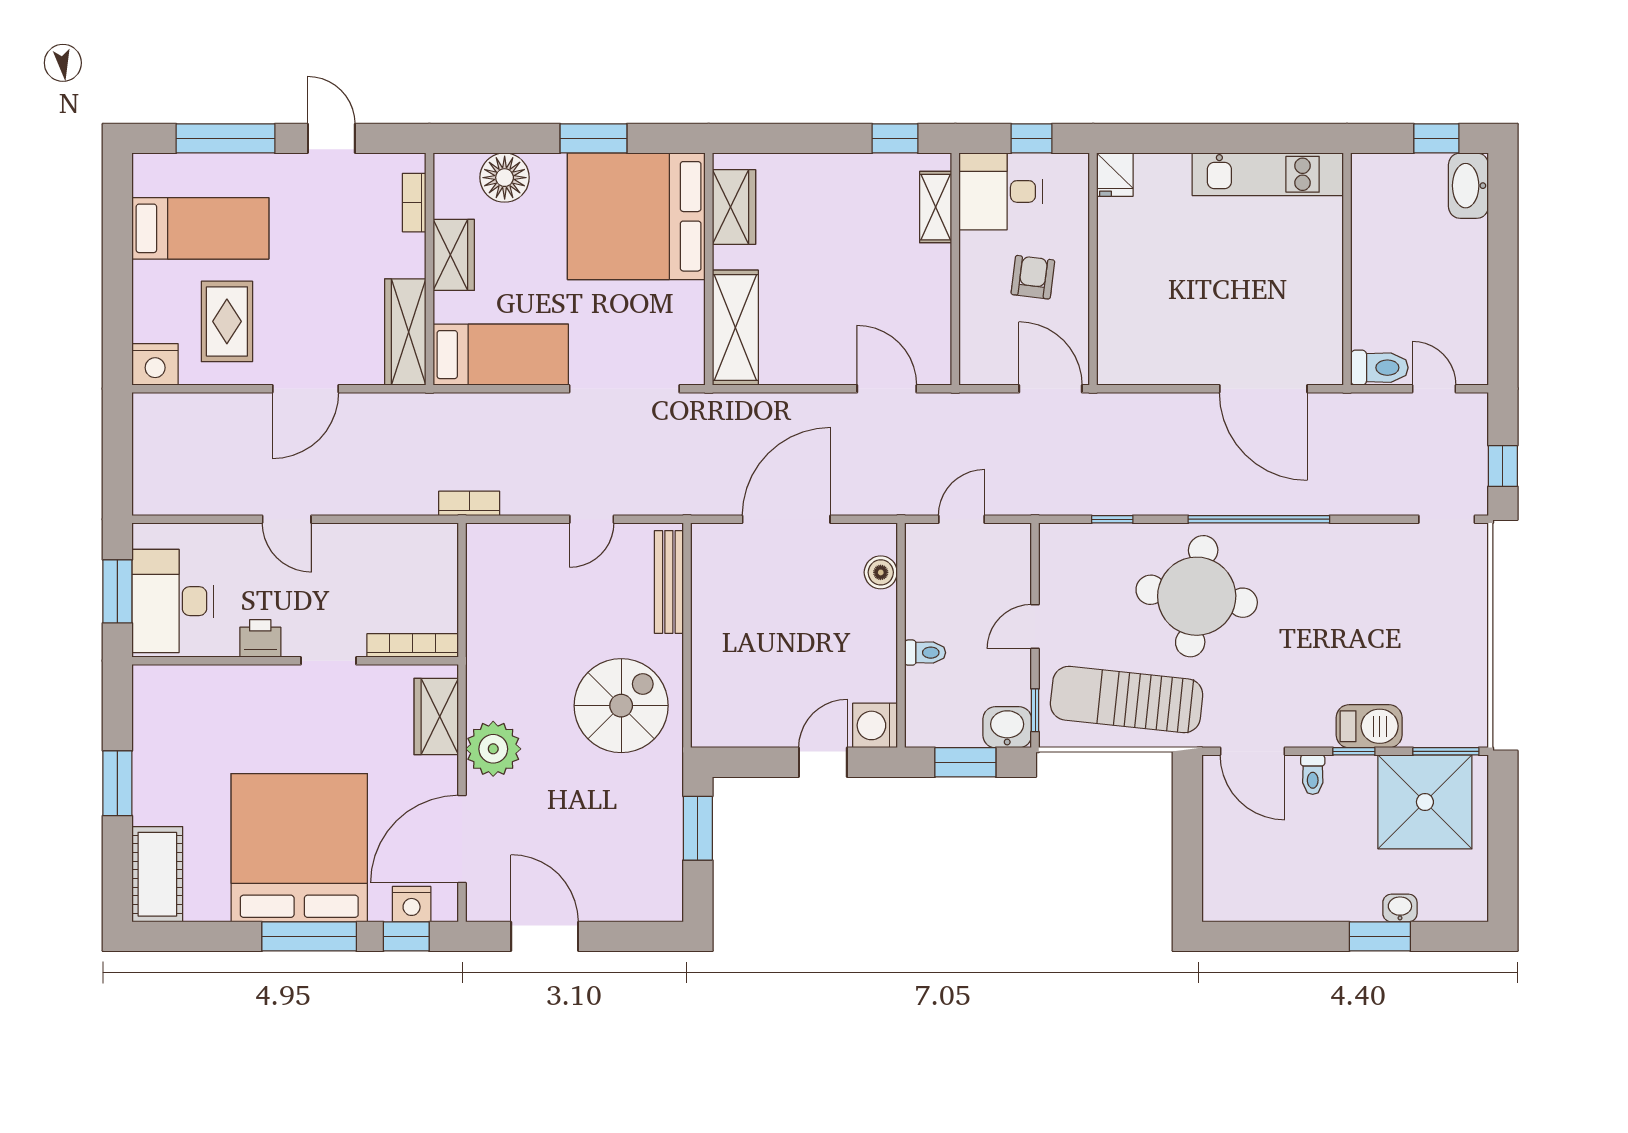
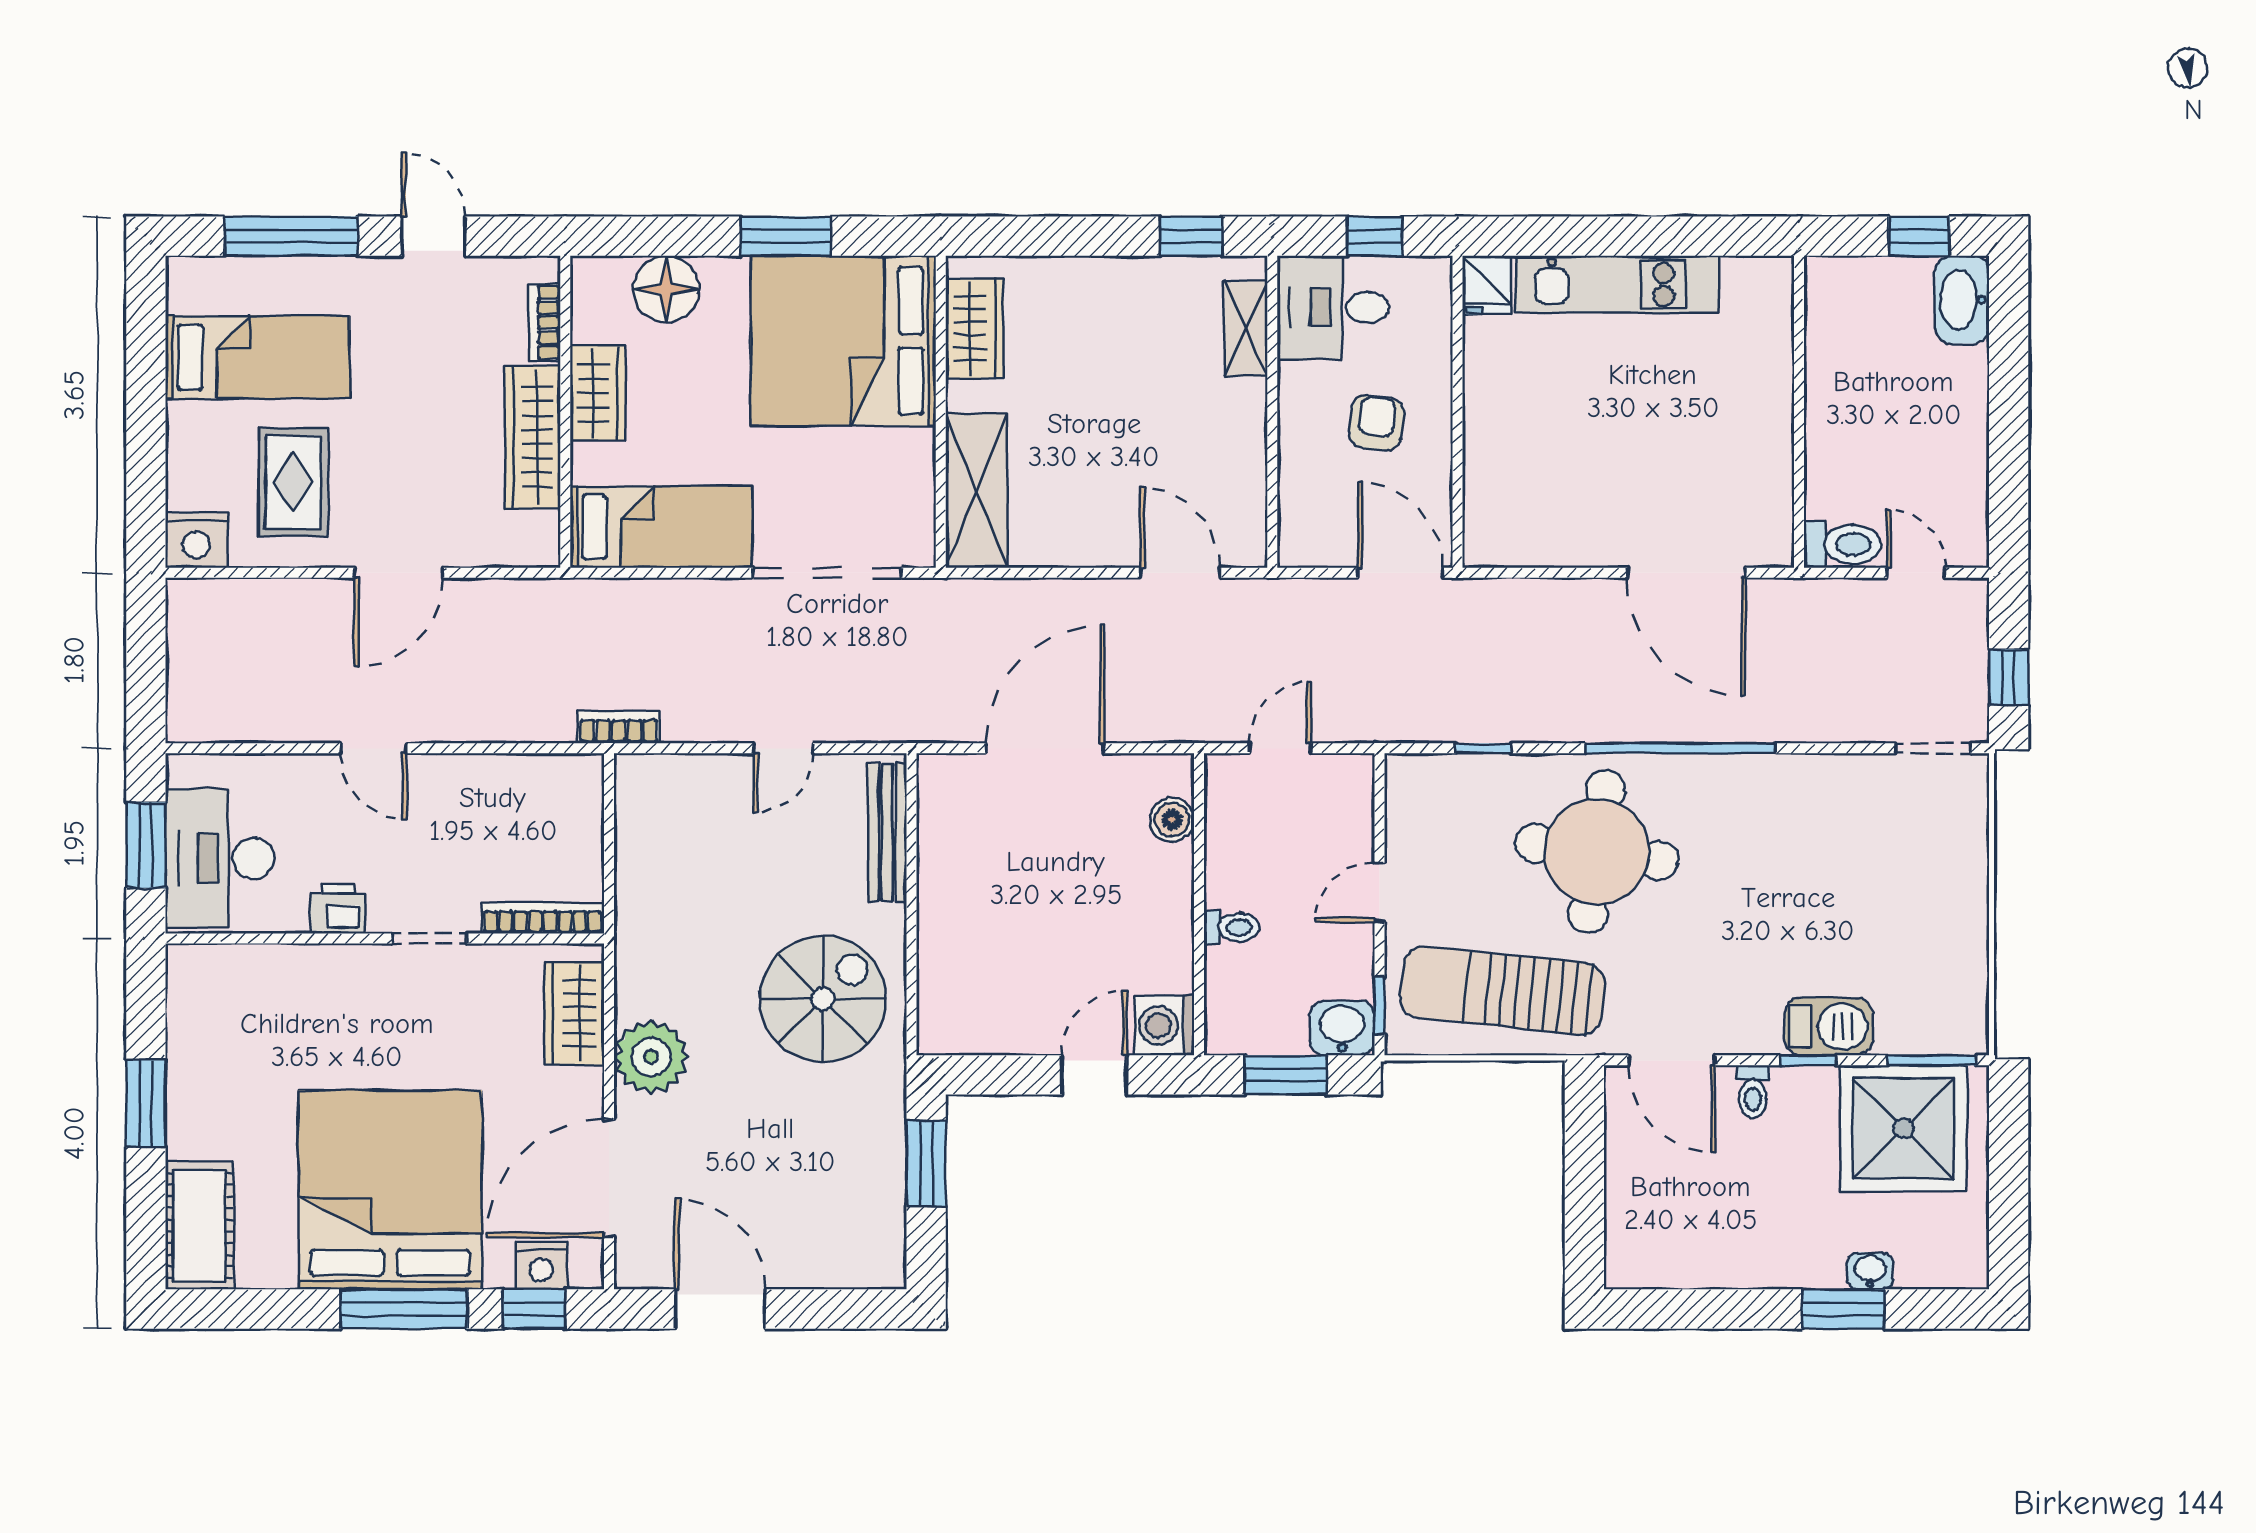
kitchen unit: (1268, 174) -> (1617, 284), moved
wardrobe: (405, 332) -> (533, 437), moved

